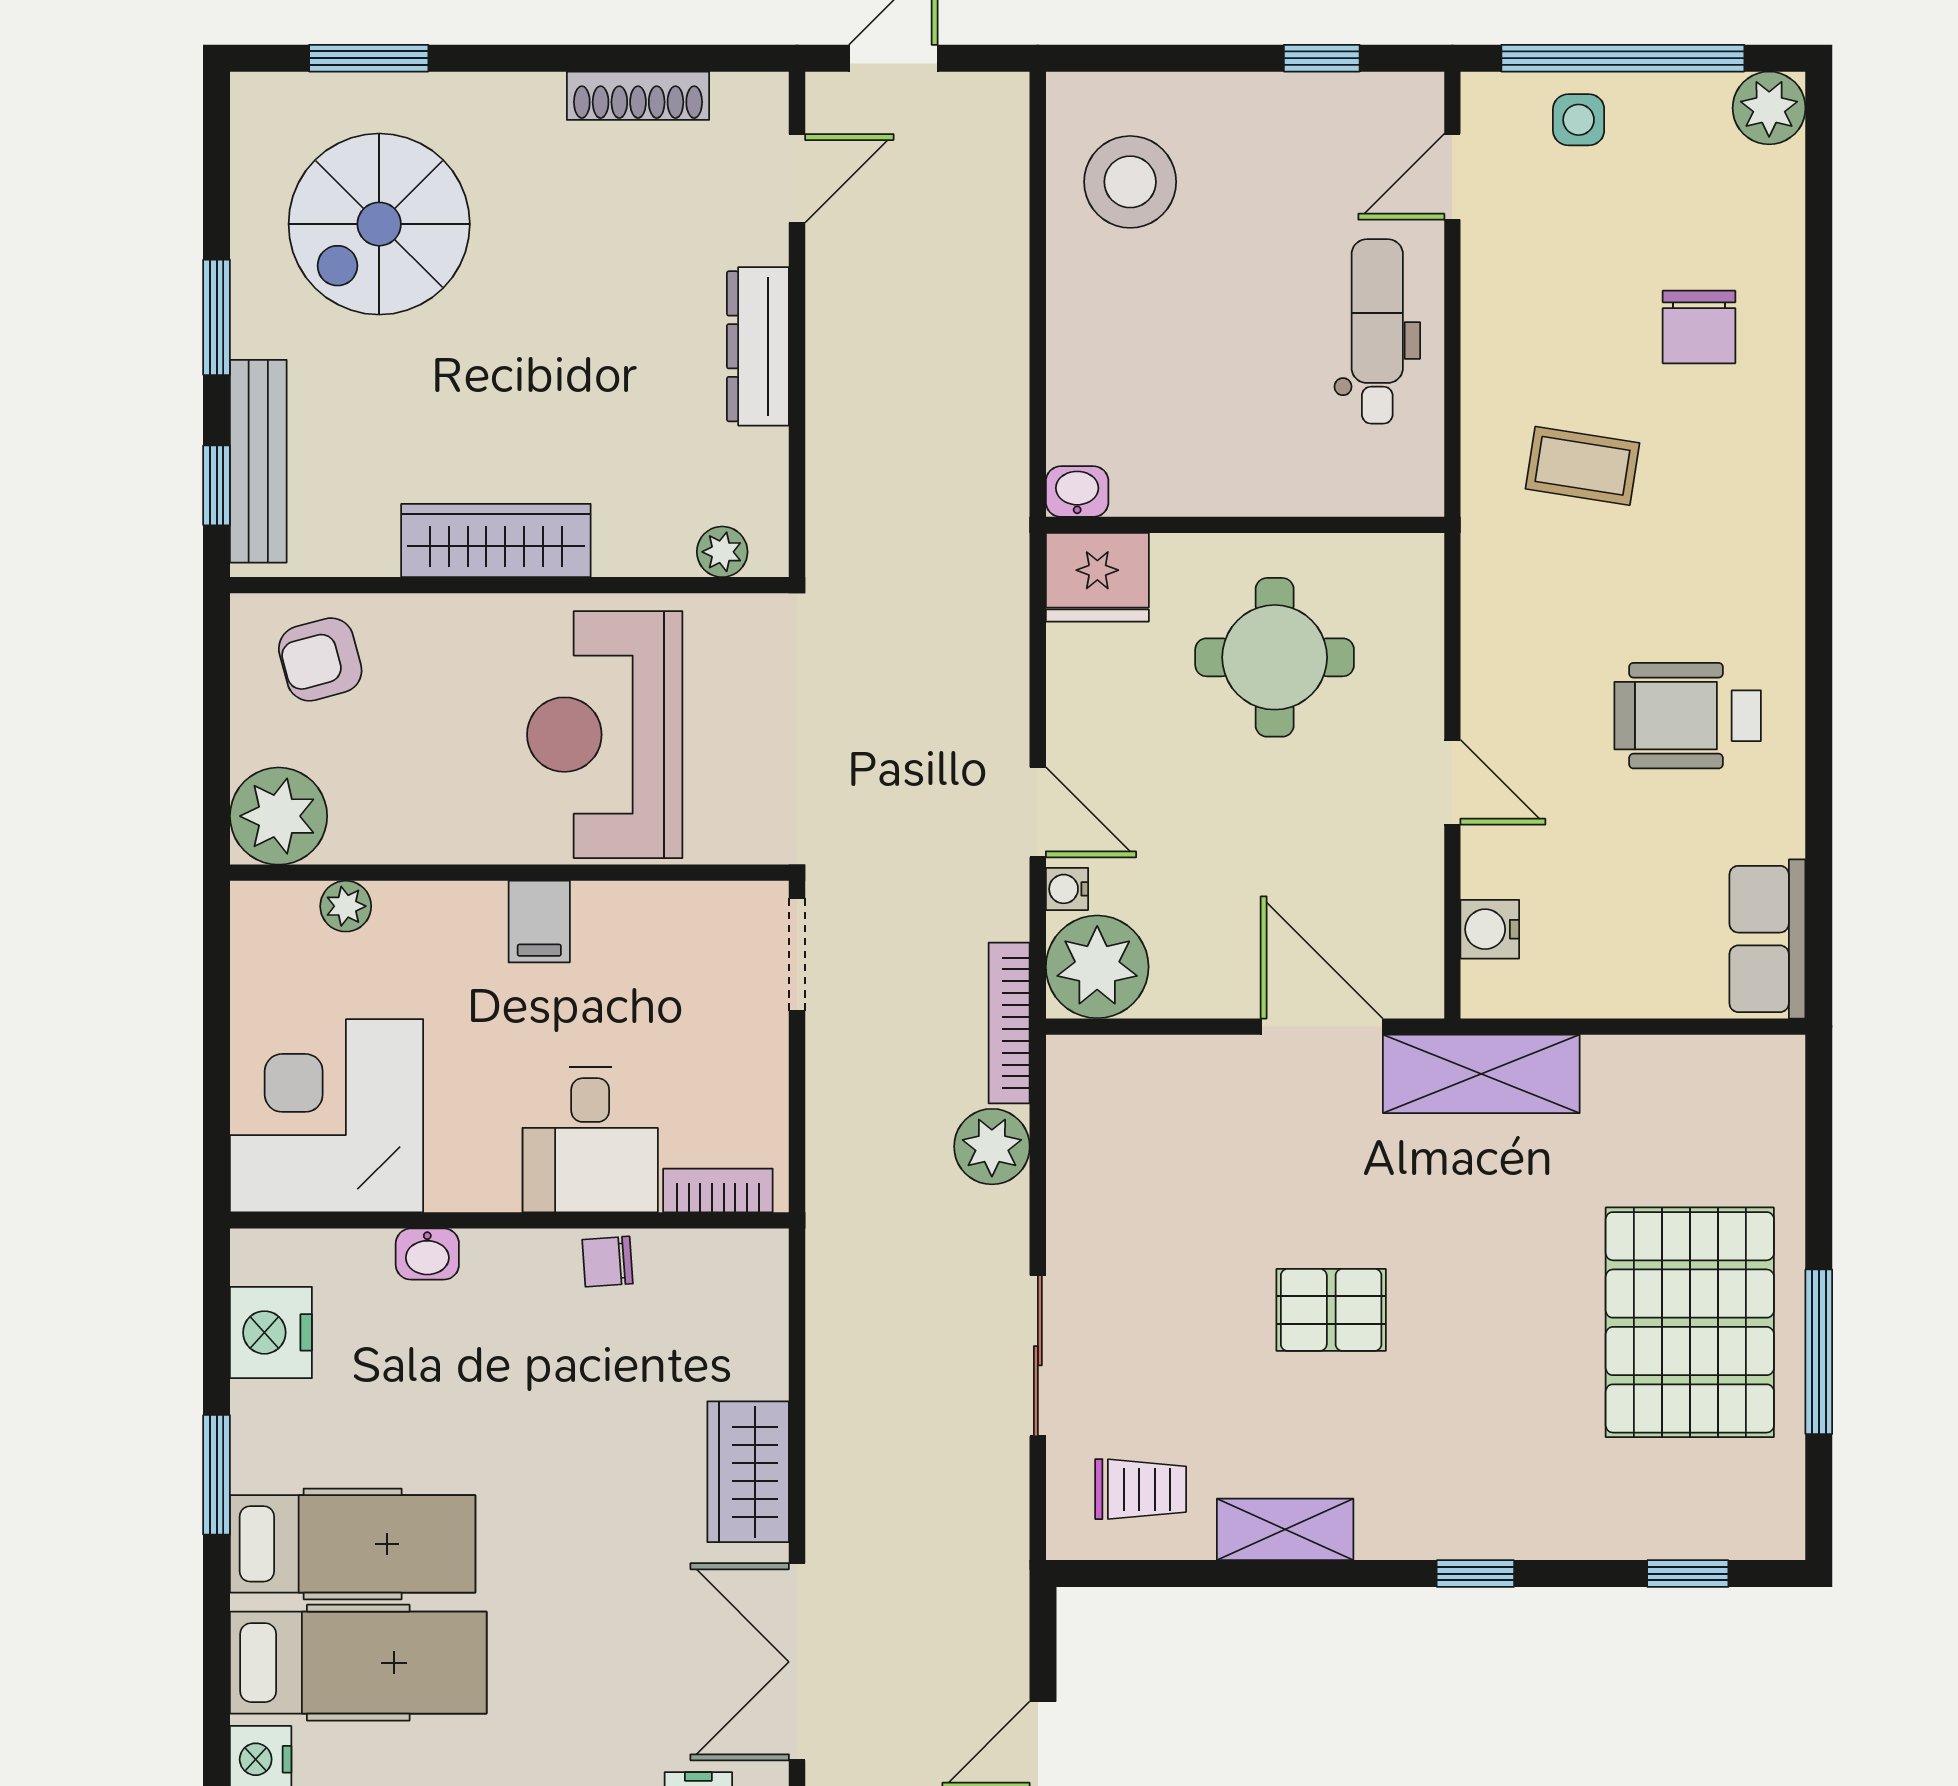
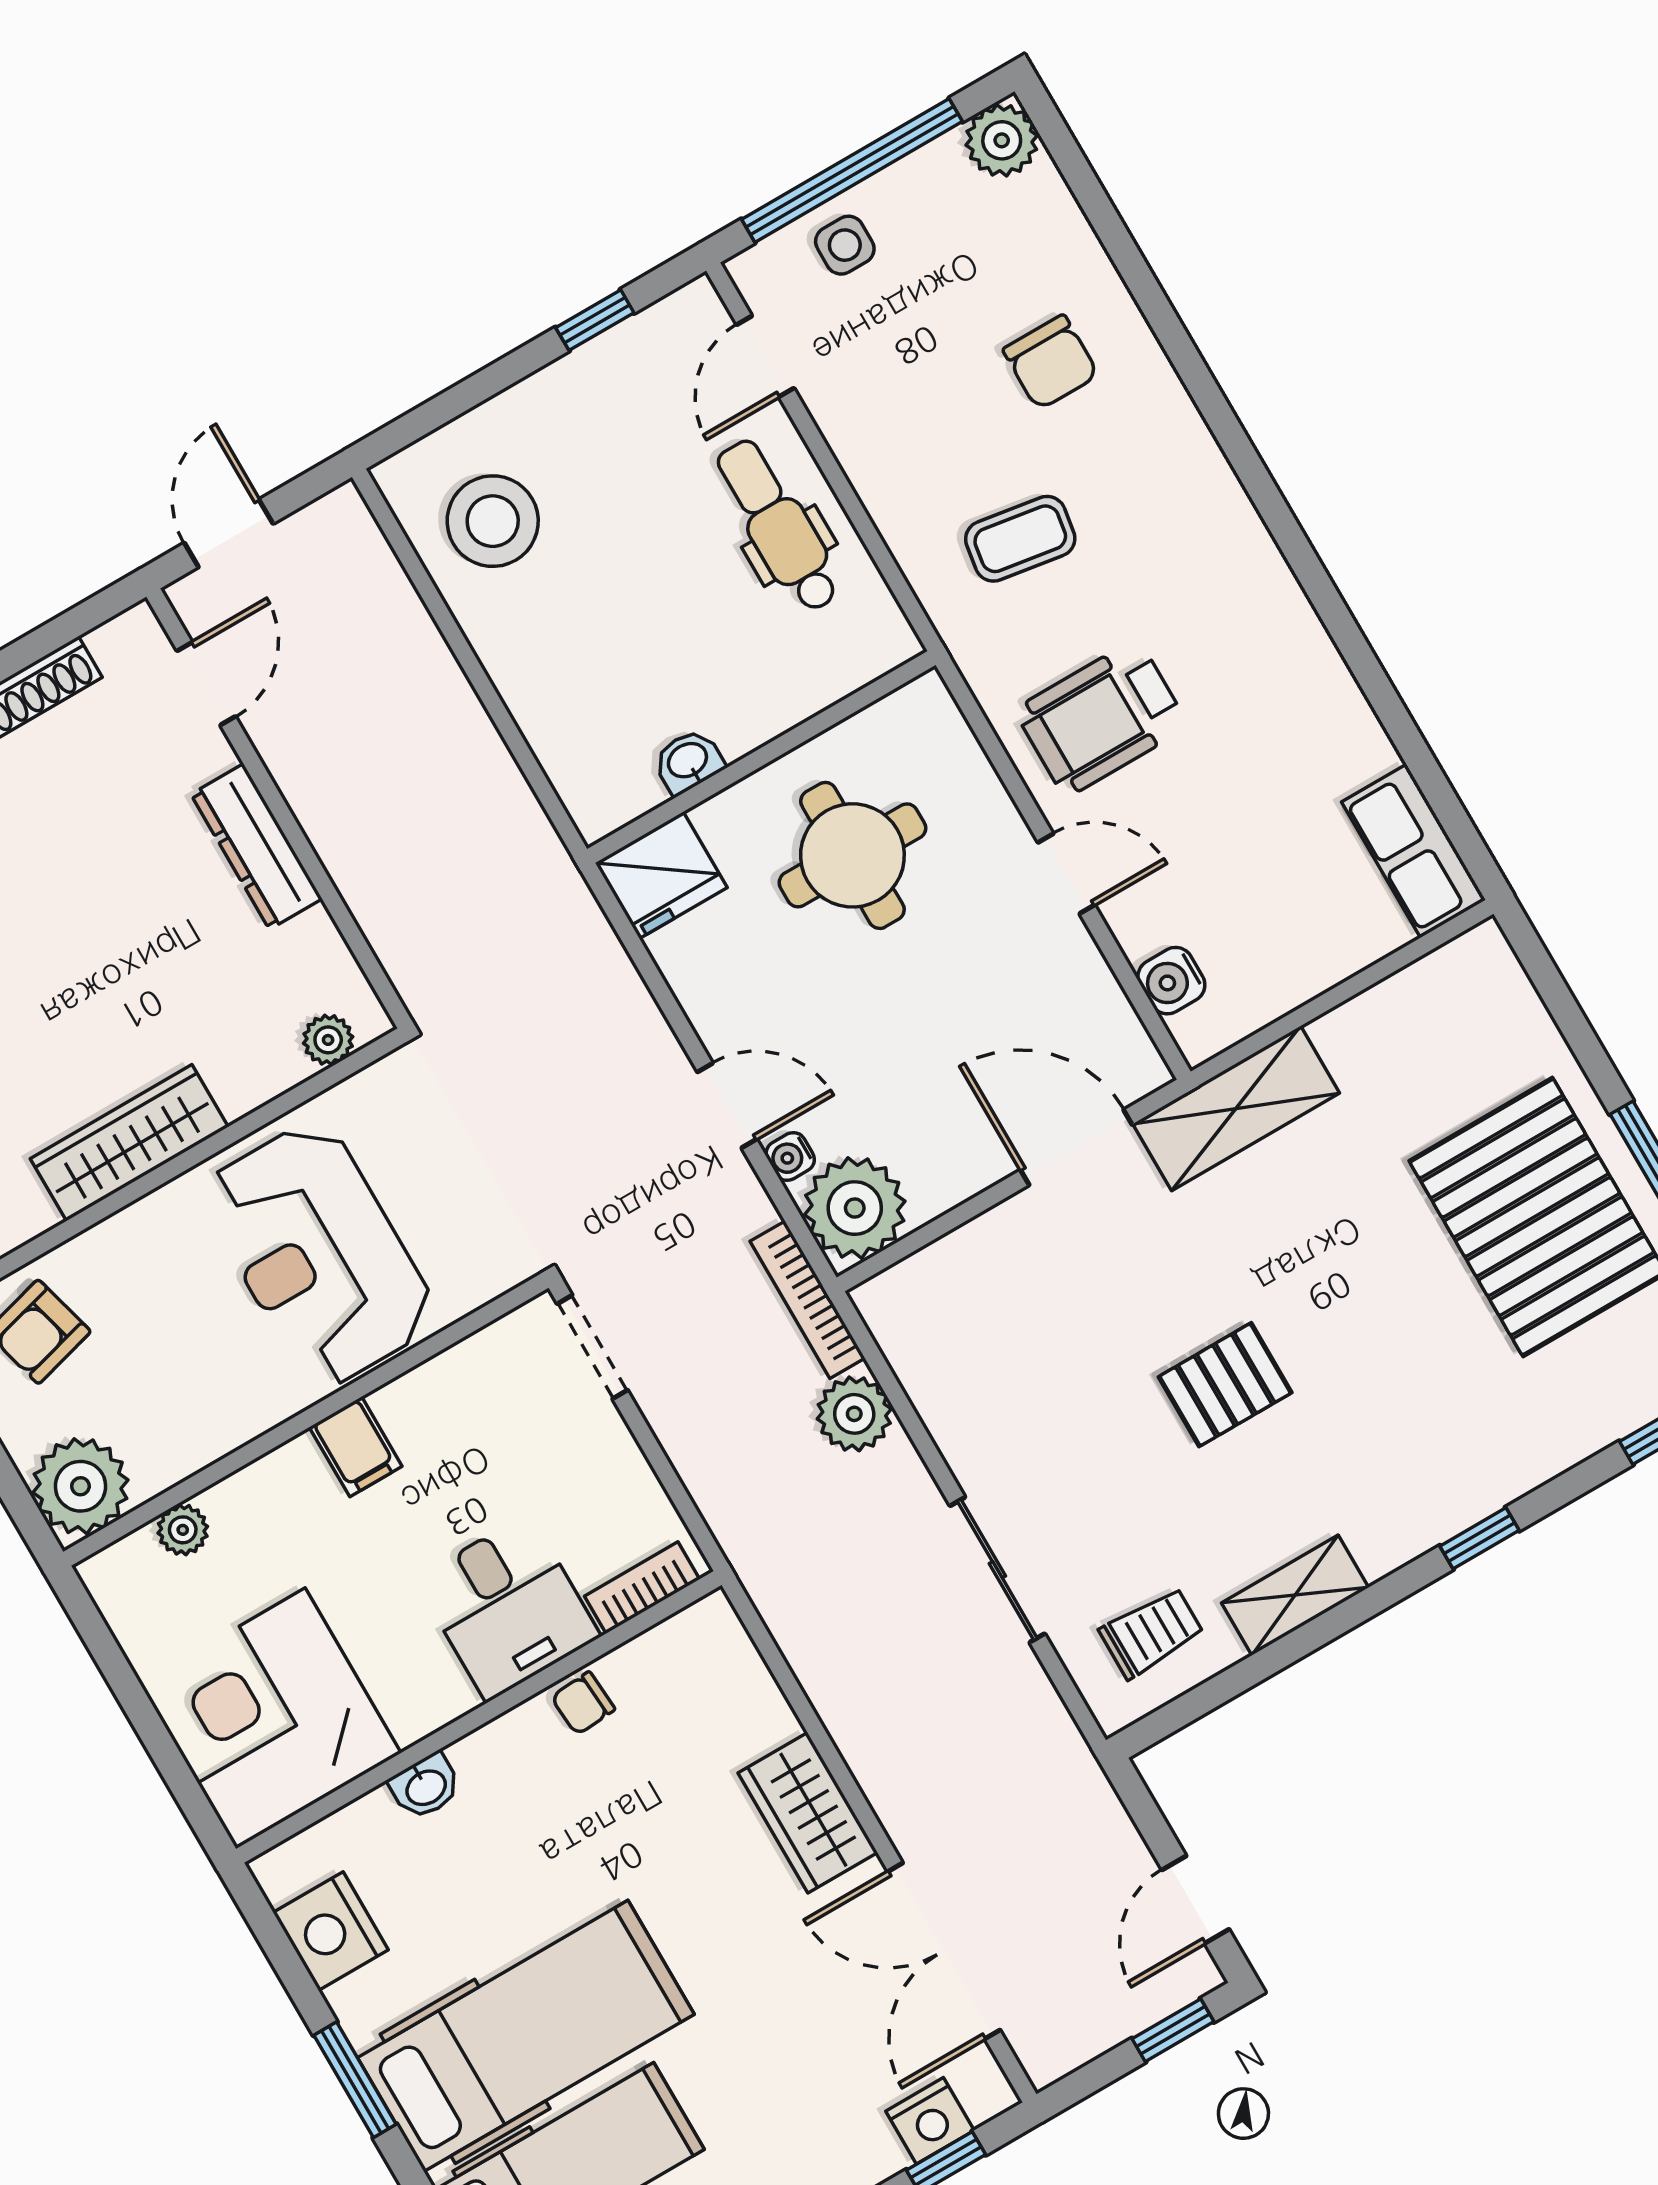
washbasin: (1077, 492) -> (688, 761), moved
wheelchair: (1688, 716) -> (1101, 718), moved
hospital bed: (353, 1544) -> (526, 2036), width x1.37, depth x1.29

